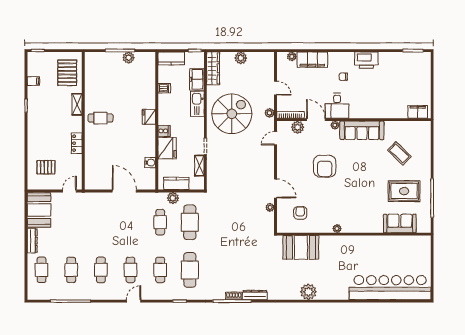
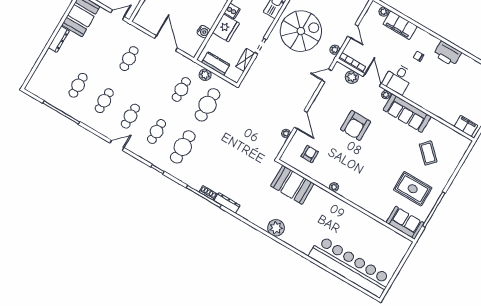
sofa: (400, 223) -> (405, 223), moved
cafe table: (42, 270) -> (129, 59), moved

